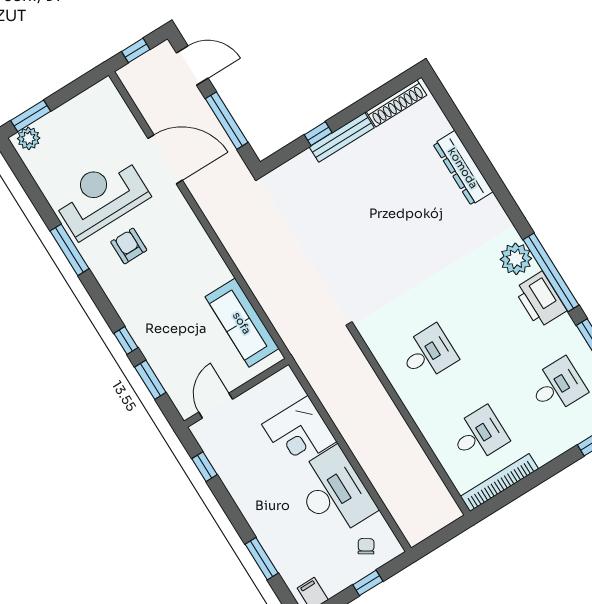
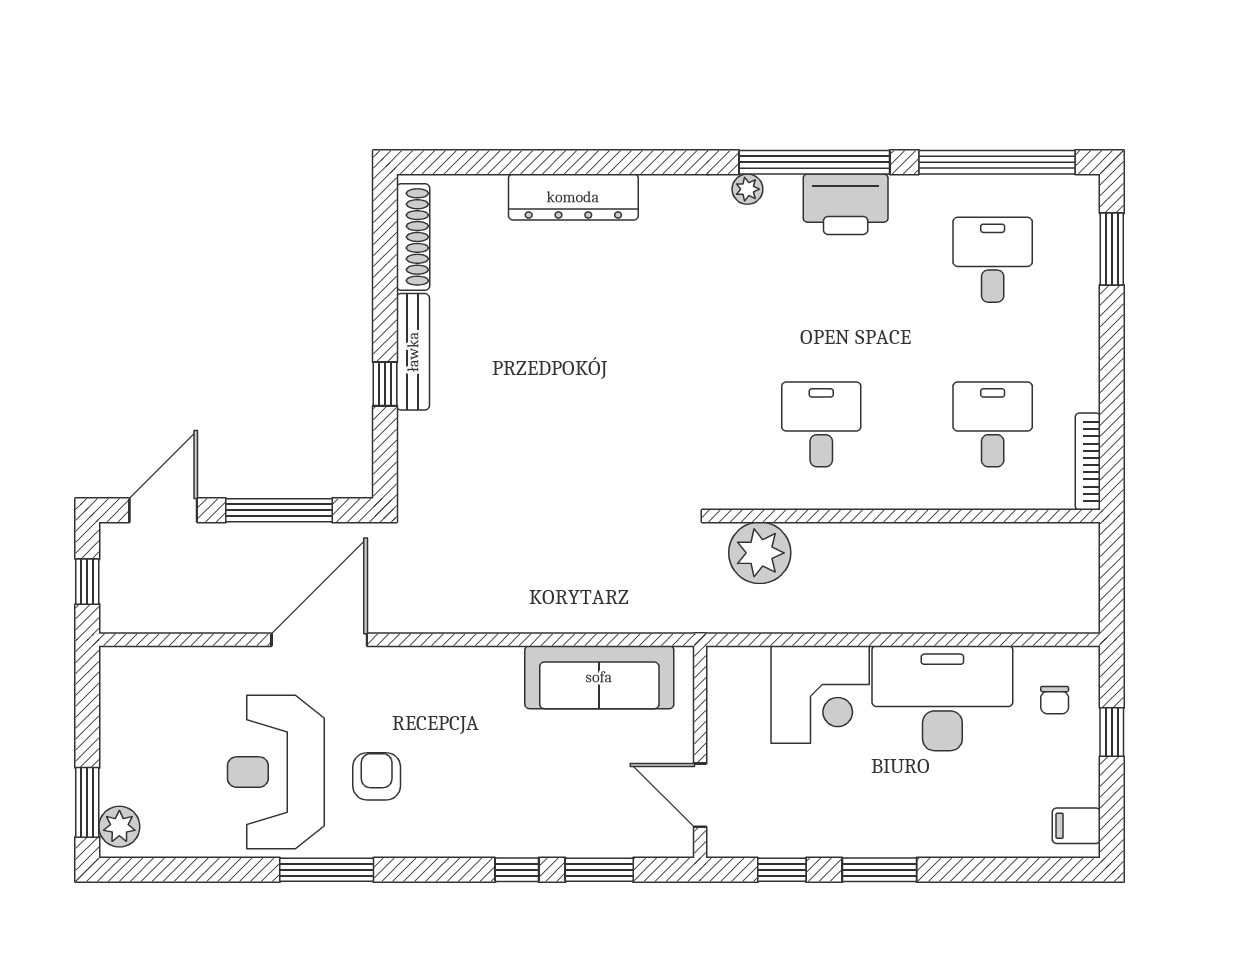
door: (165, 159) -> (319, 640), moved
armchair: (129, 246) -> (377, 776), turned 90
plant: (516, 259) -> (747, 189), width x0.53, depth x0.53
plant: (349, 362) -> (760, 553), added
bookcase: (499, 483) -> (1088, 462), width x0.68, depth x0.76
chair: (366, 546) -> (1055, 700), turned -123
window: (262, 559) -> (879, 870), moved

